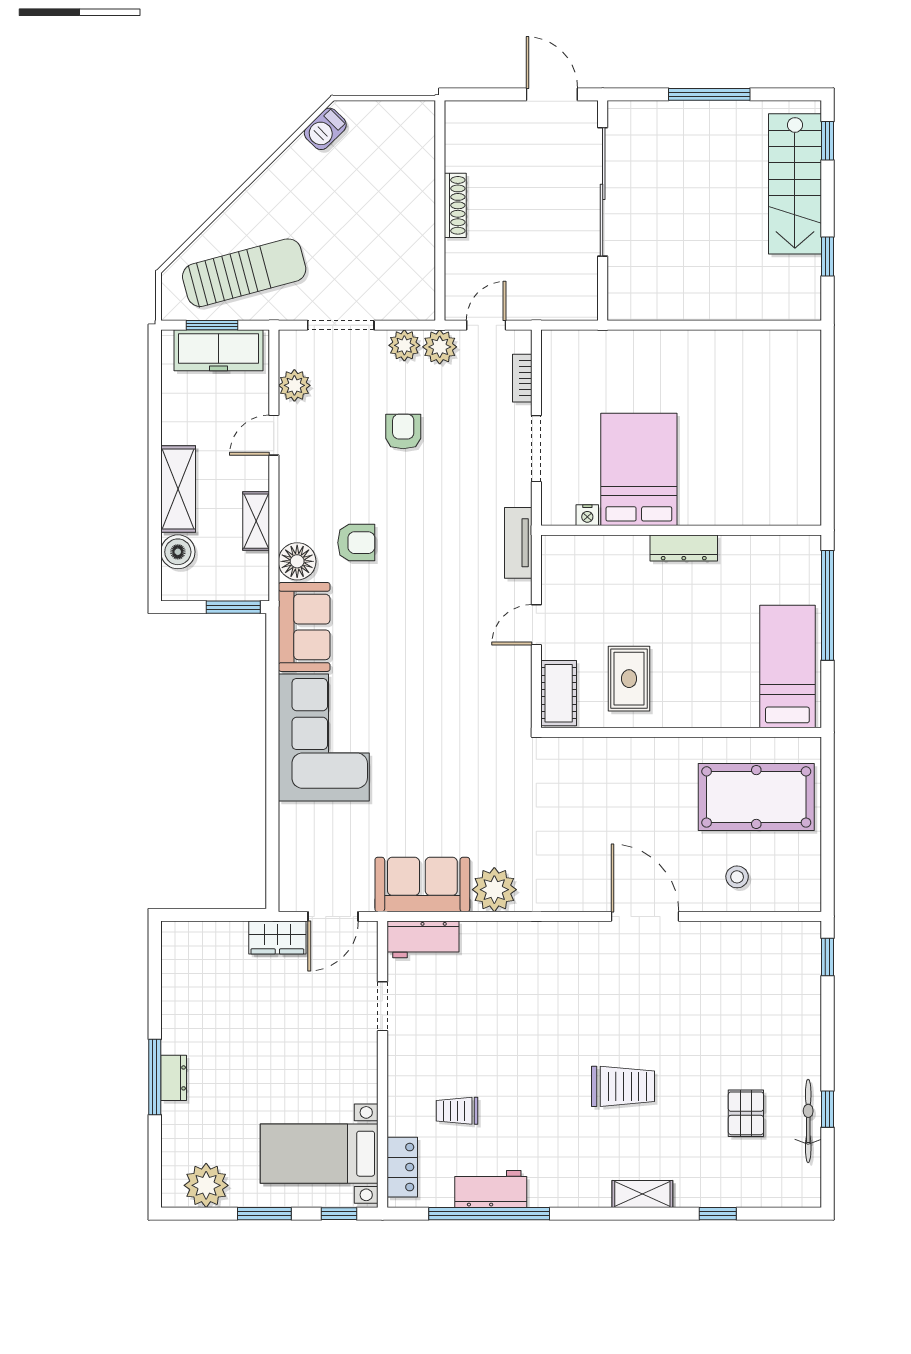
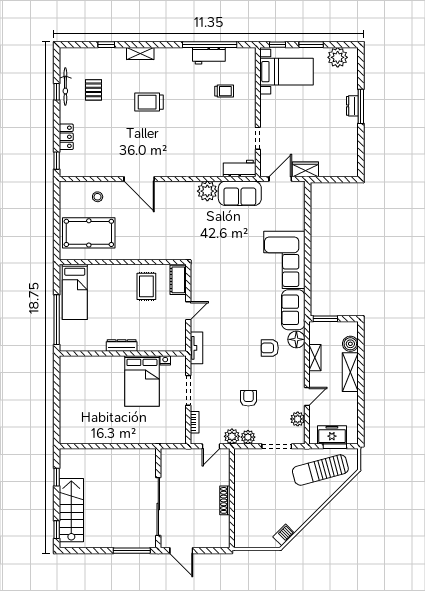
window: (709, 94) -> (132, 551), moved
freezer: (219, 350) -> (332, 435), width x0.71
armchair: (403, 431) -> (248, 398), turned 180
locker: (402, 1167) -> (66, 137), moved, turned 180

